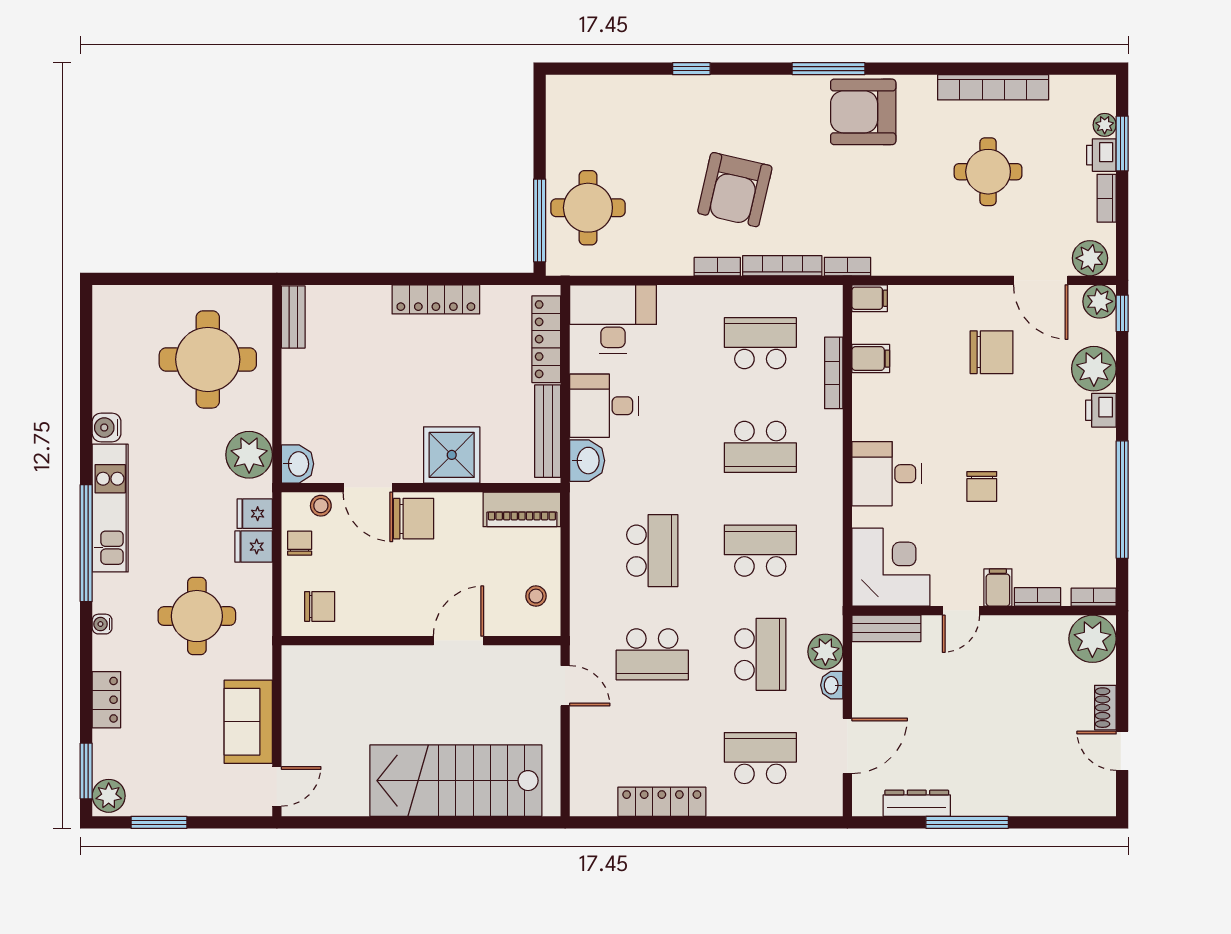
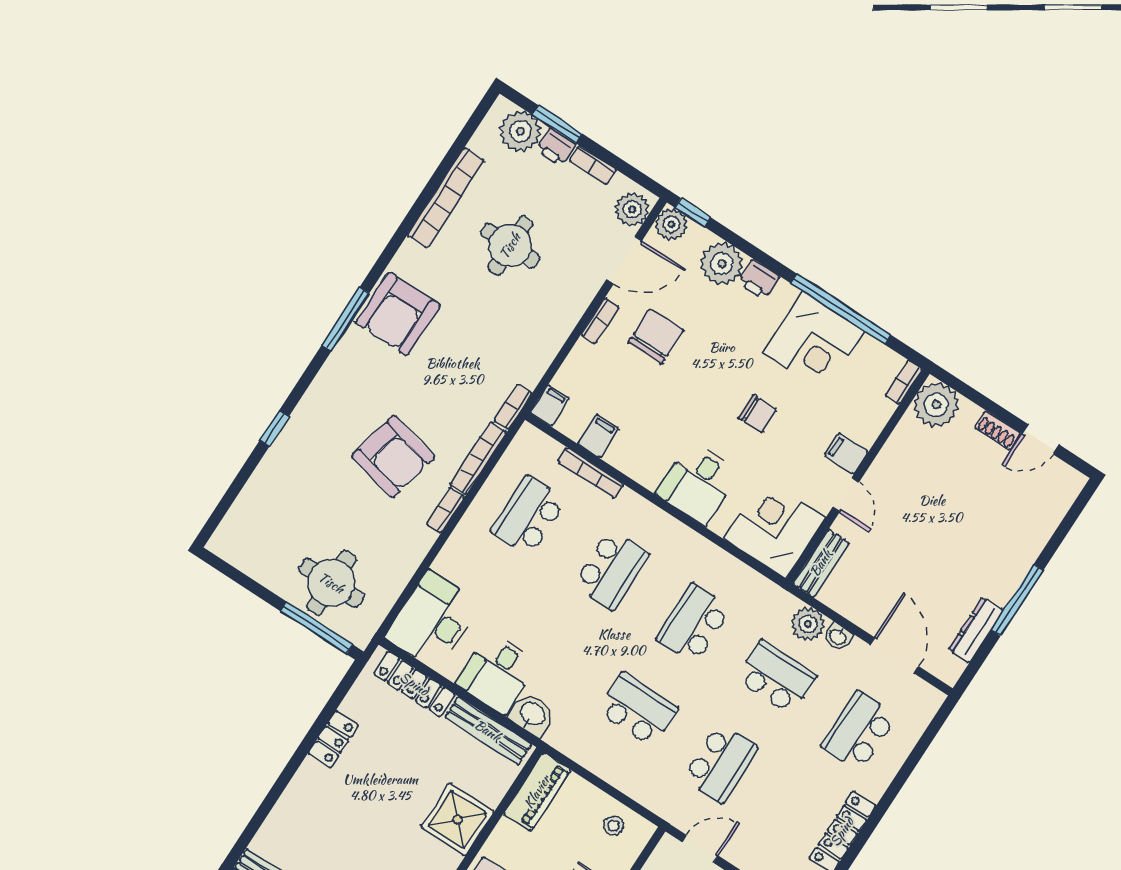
plant: (1105, 125) -> (520, 131), width x1.87, depth x1.87
locker: (436, 299) -> (333, 739), width x0.66
corner desk: (1077, 494) -> (813, 342), added
bookcase: (1038, 597) -> (600, 321), moved, turned 180

